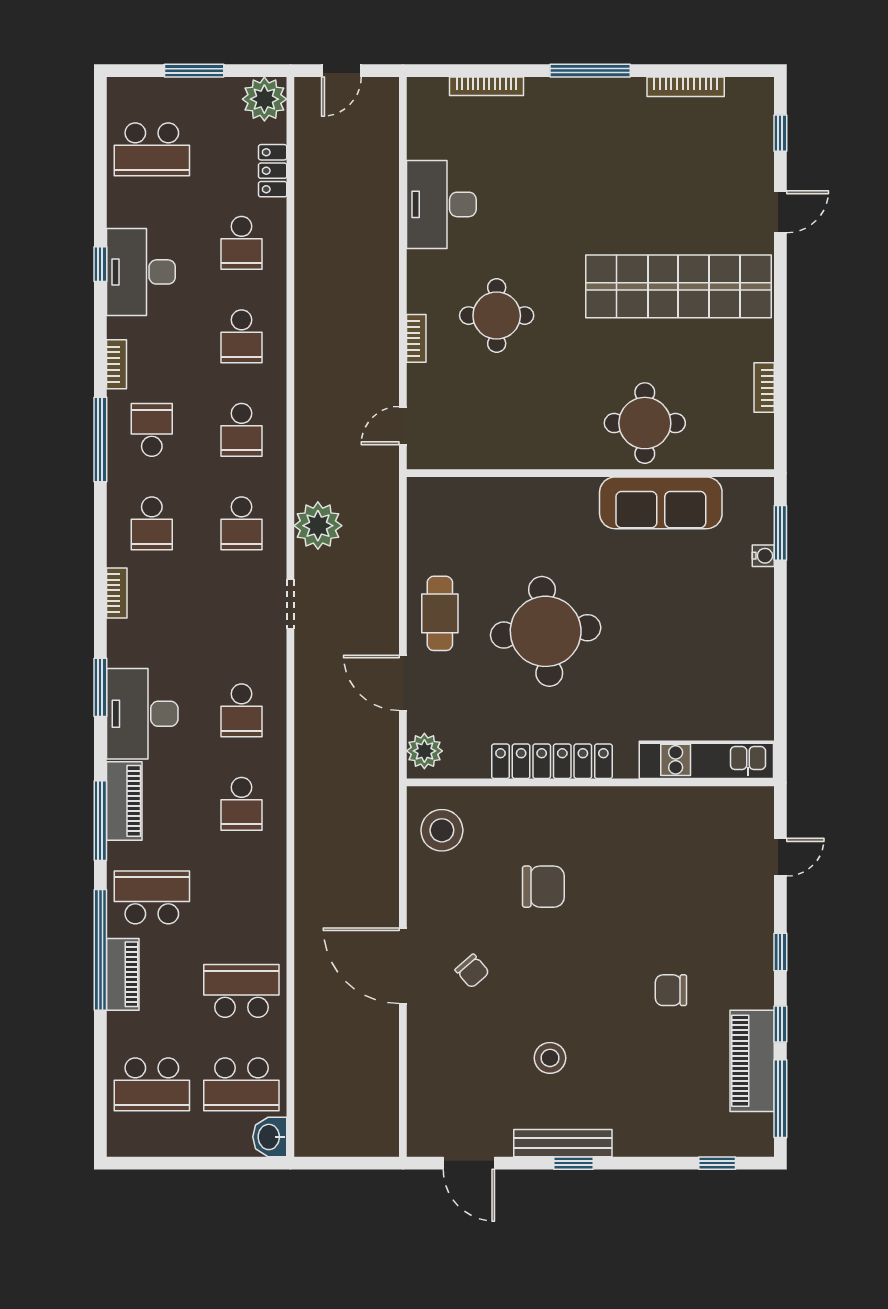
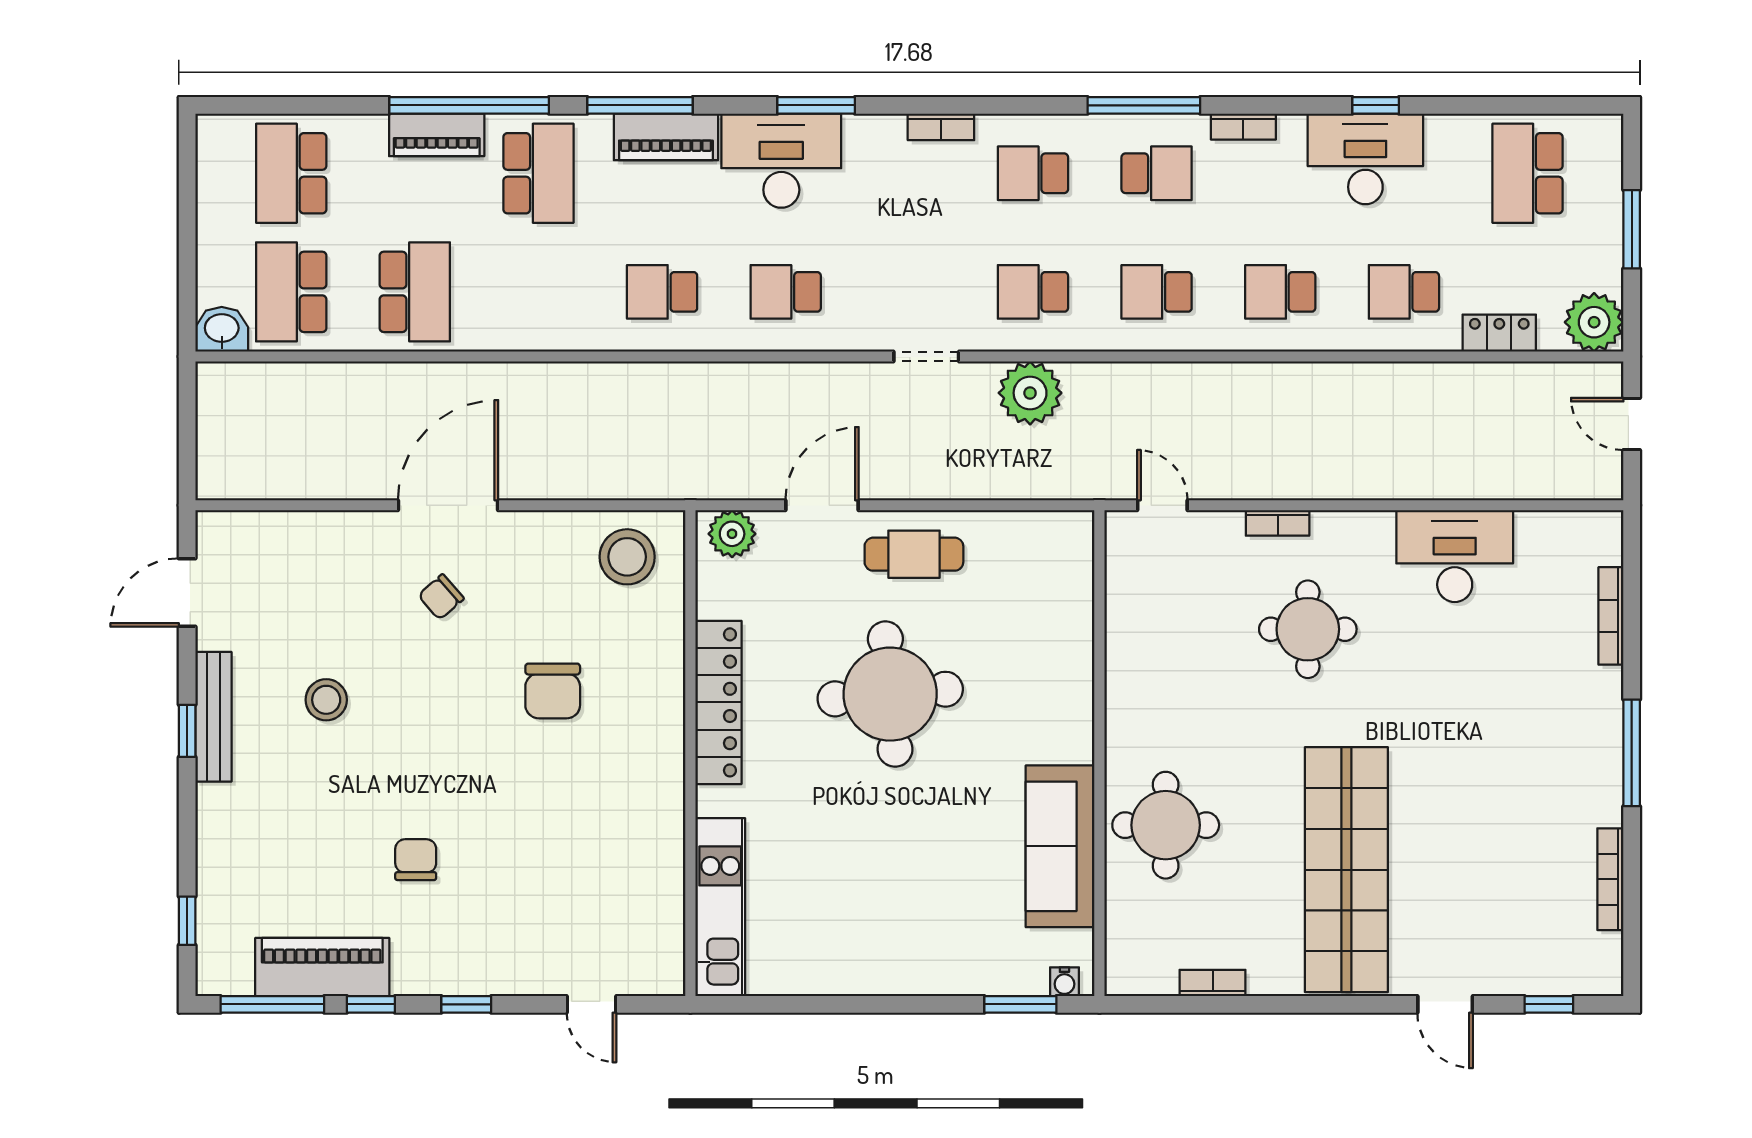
water cooler: (763, 556) -> (1064, 982), moved

